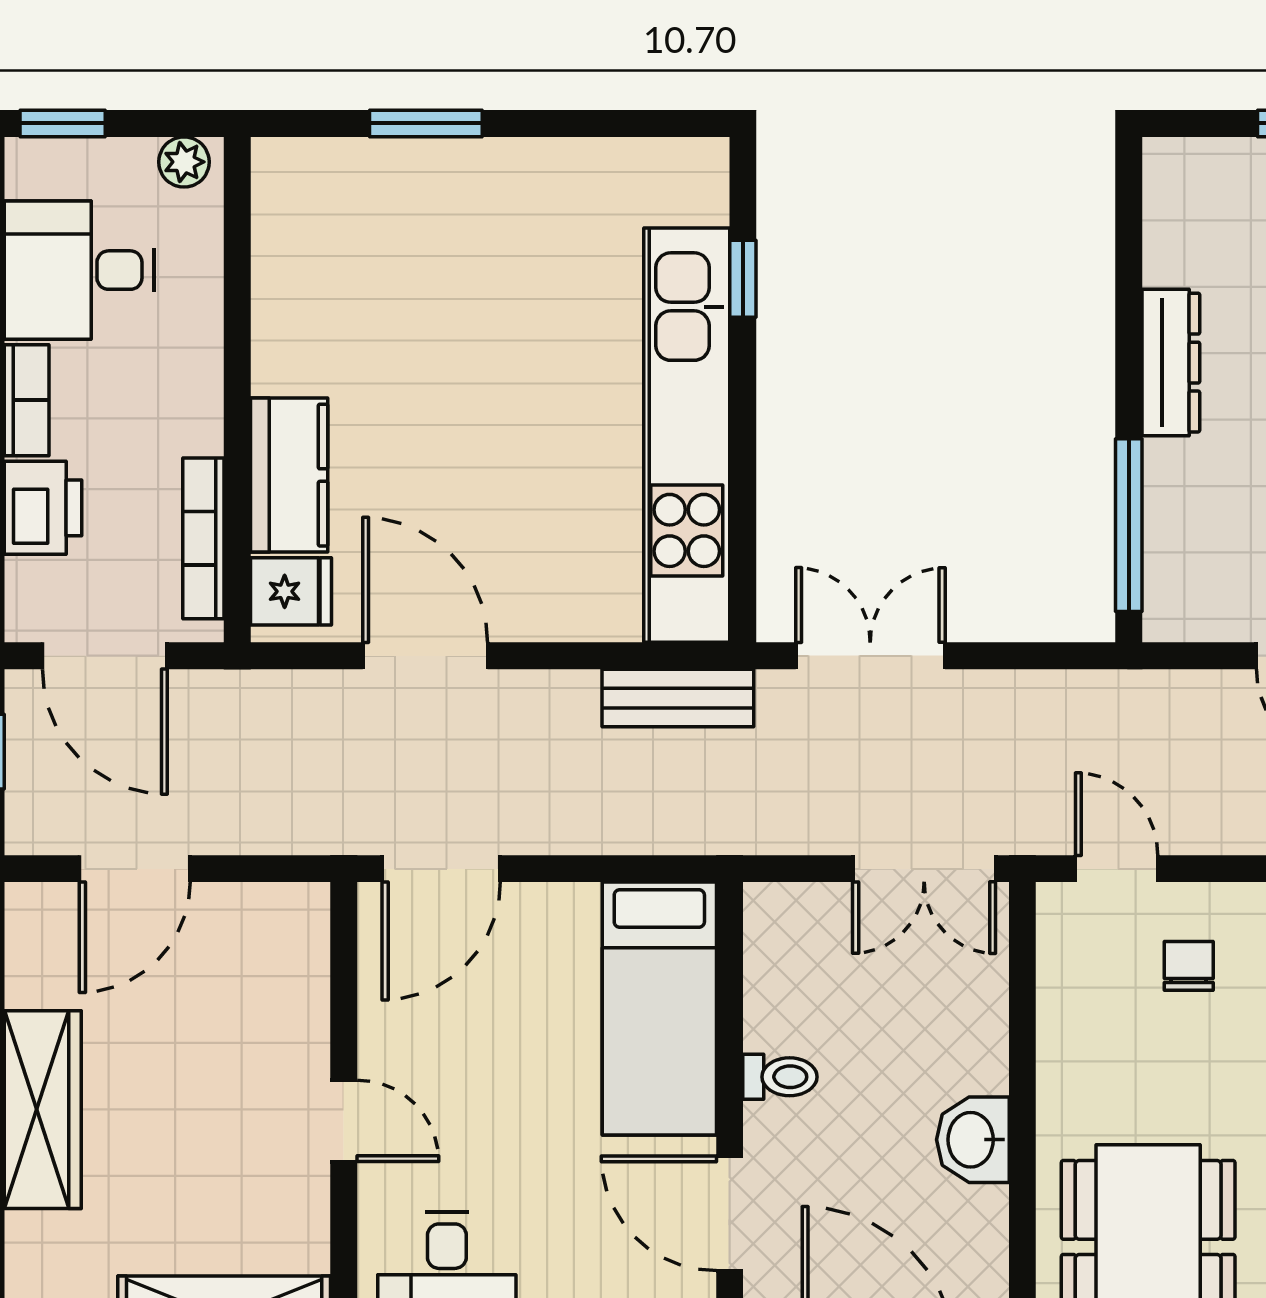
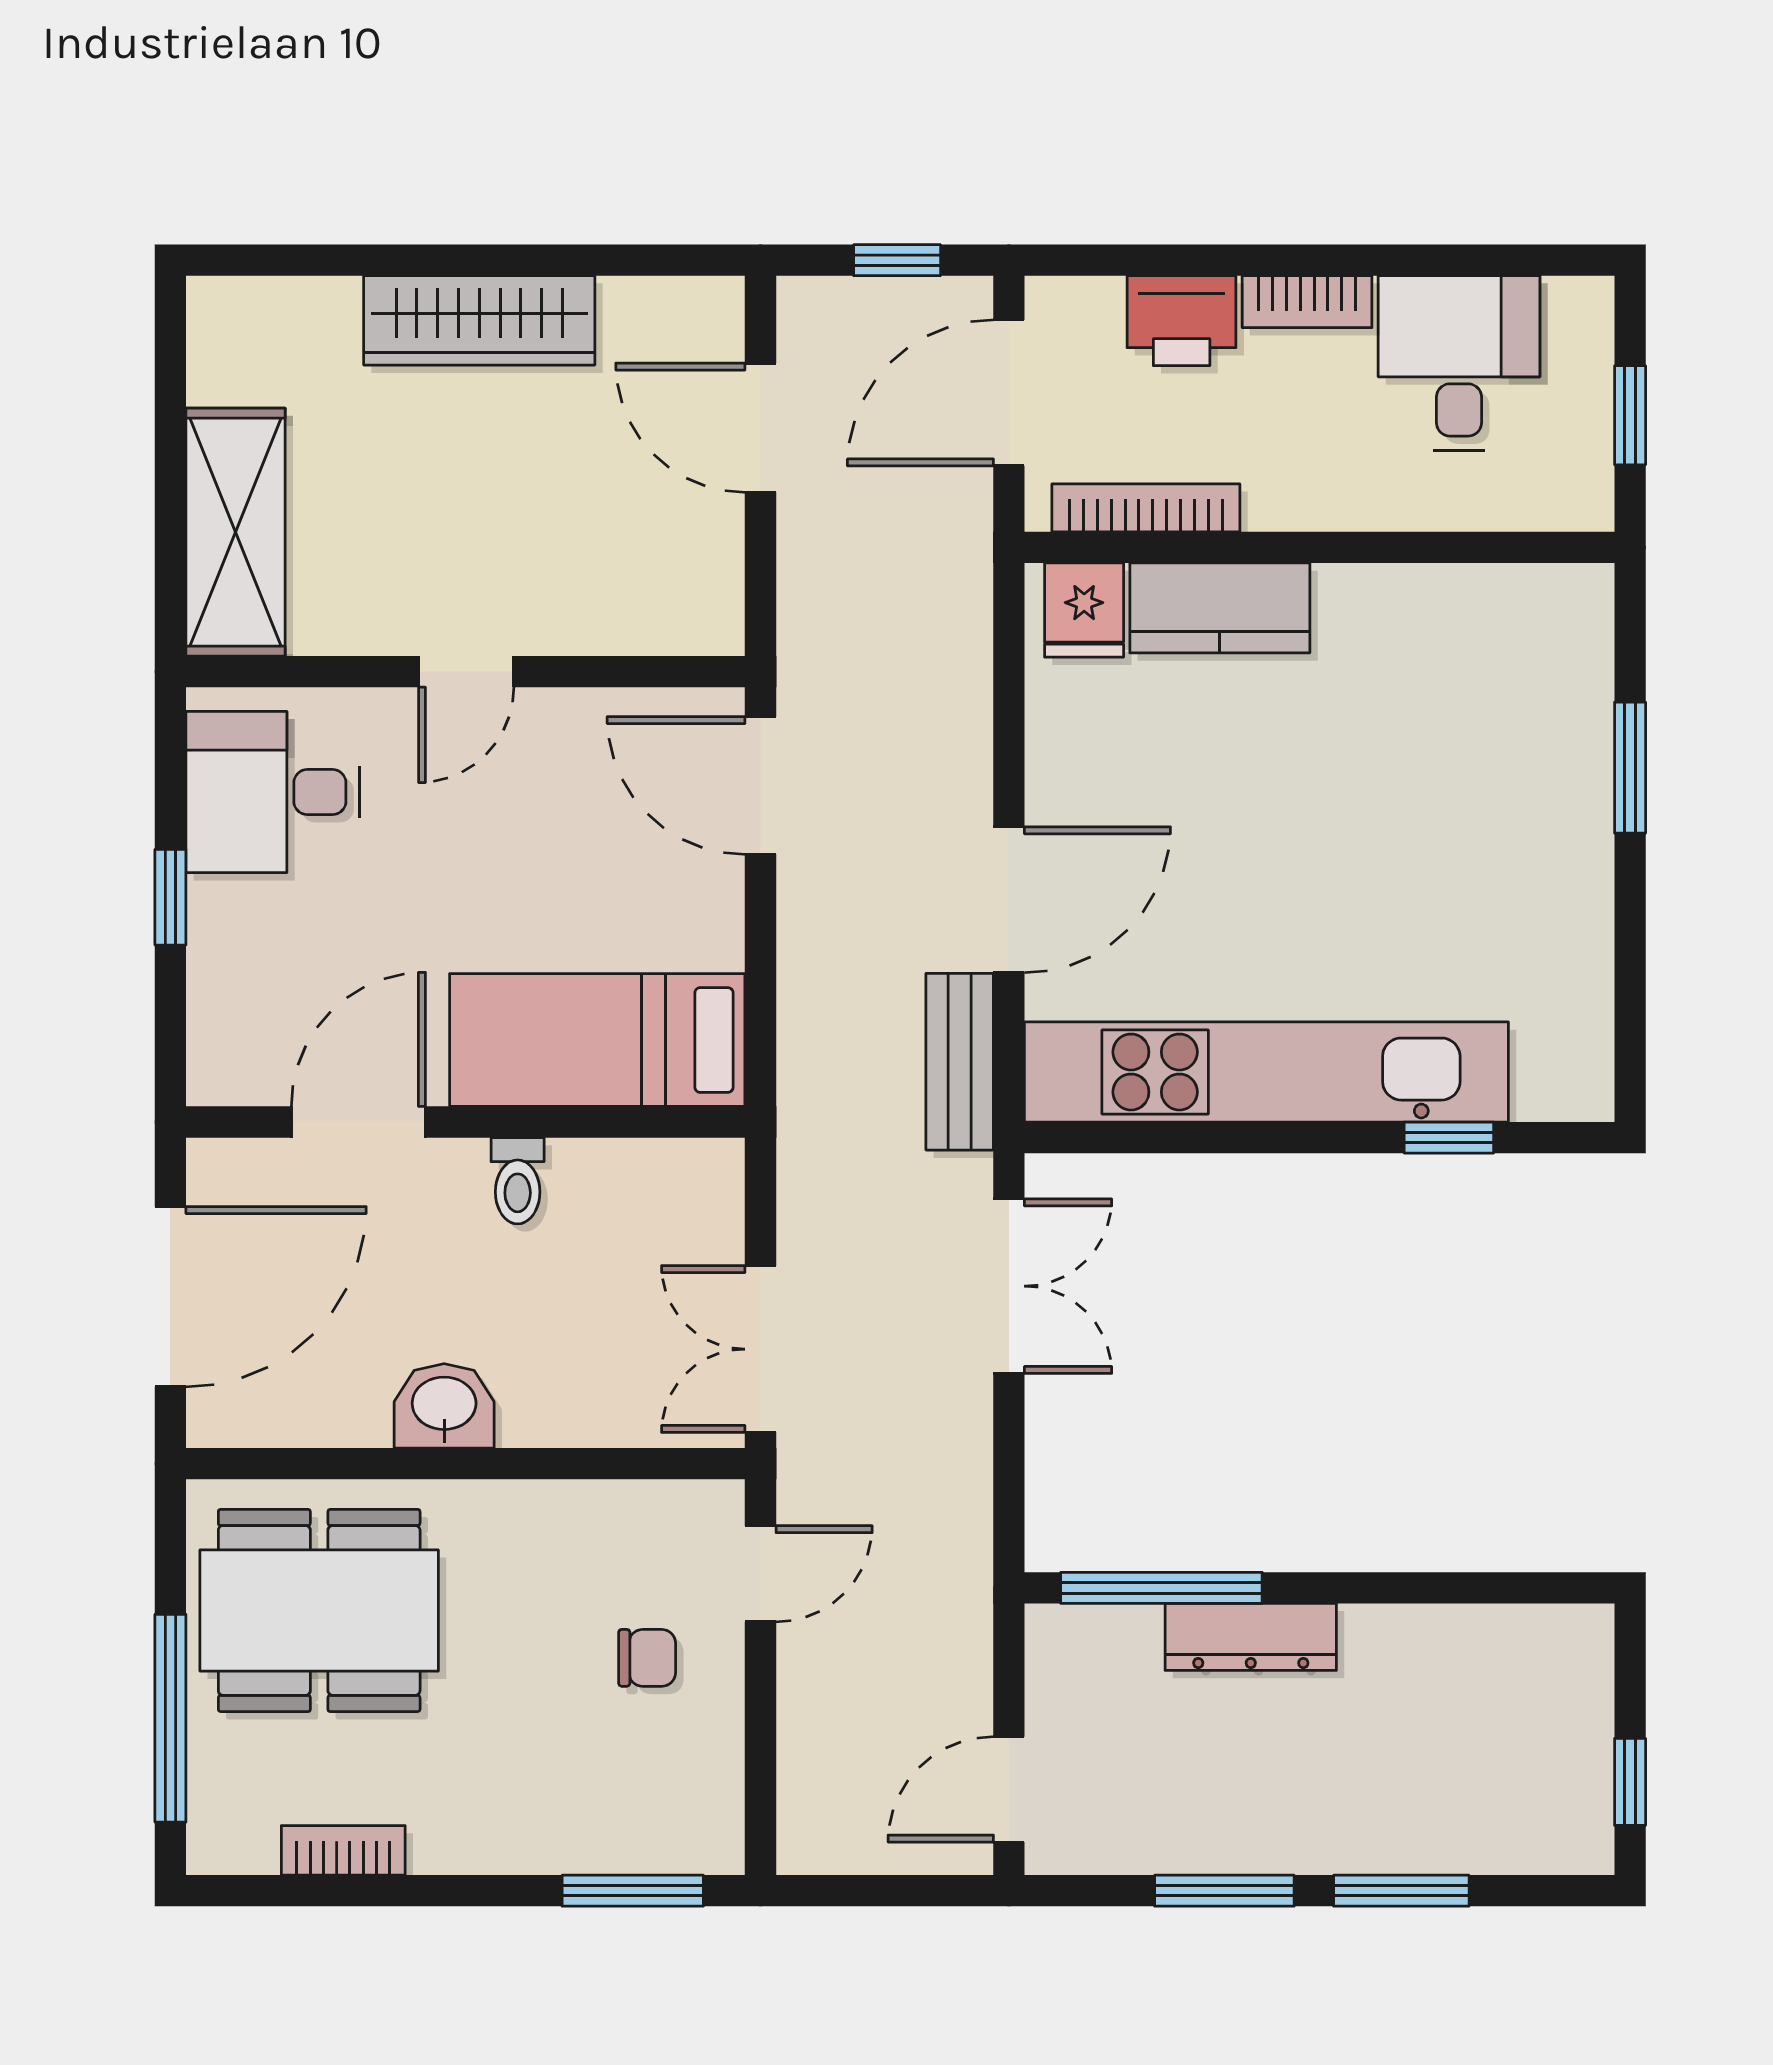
window: (63, 123) -> (1630, 415), moved
plant: (184, 162) -> (1585, 485), removed
dresser: (1171, 363) -> (1251, 1637), moved
door: (425, 656) -> (1009, 900), moved

